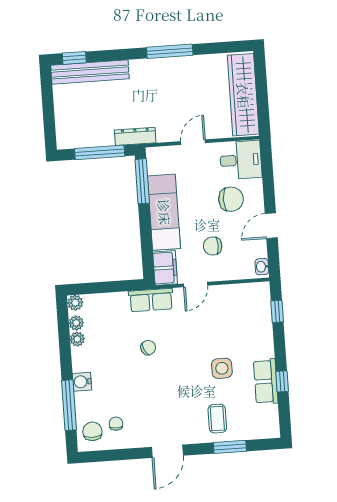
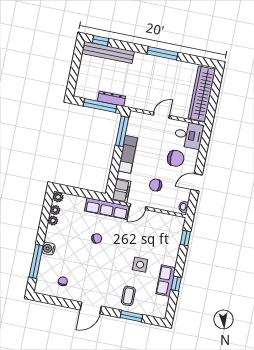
dresser: (135, 136) -> (111, 99), moved
exam couch: (164, 212) -> (128, 154), width x0.73, depth x0.69
row of seats: (151, 300) -> (107, 209), width x1.48
chair: (92, 431) -> (46, 282), removed

